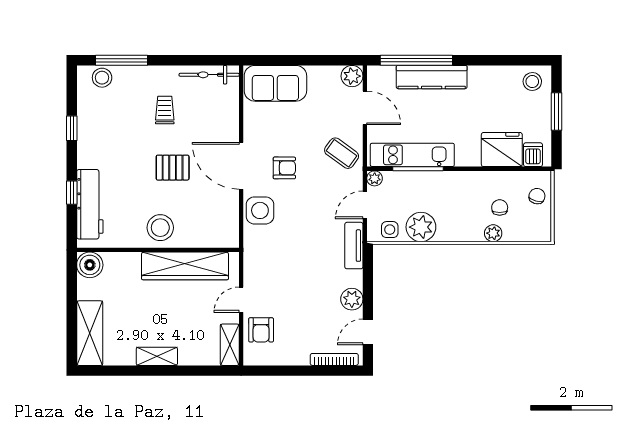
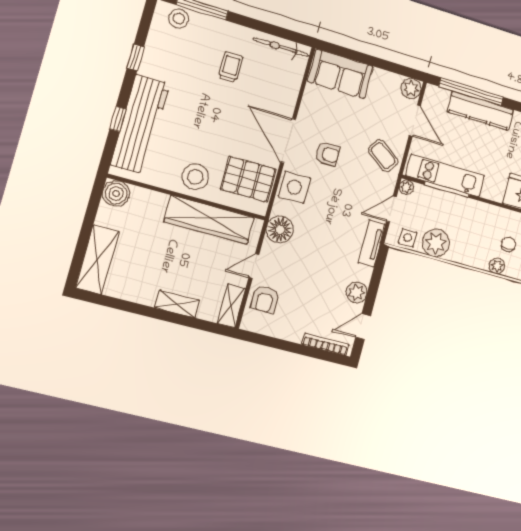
pallet: (173, 168) -> (248, 179), moved, width x1.50, depth x1.42
workbench: (90, 204) -> (140, 124), width x1.36, depth x1.32
floor lamp: (257, 257) -> (280, 229), added
shelving: (157, 356) -> (177, 304), moved

